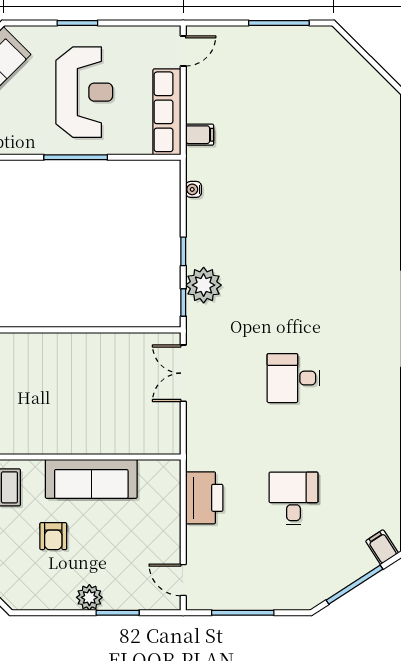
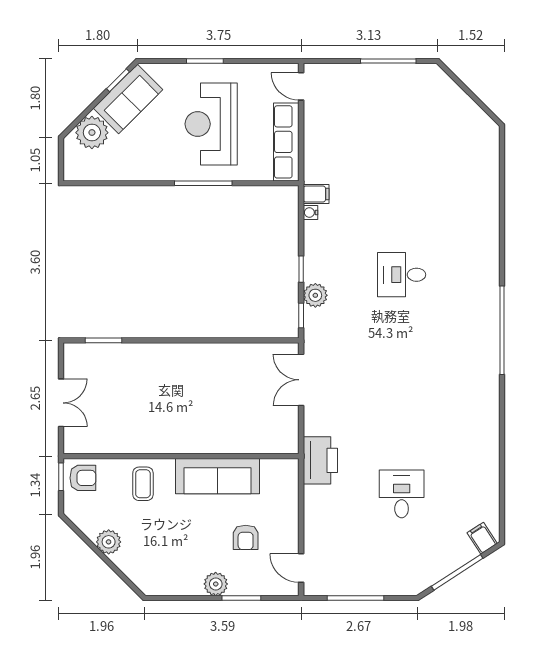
door: (183, 51) -> (301, 86), swing flipped
reception desk: (84, 92) -> (211, 124), turned 180
filing cabinet: (200, 135) -> (316, 194), moved
plant: (204, 285) -> (315, 295), width x0.73, depth x0.73
desk: (293, 378) -> (402, 275), moved
printer: (204, 498) -> (320, 460), moved
armchair: (53, 536) -> (246, 537), moved

